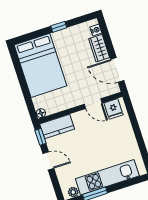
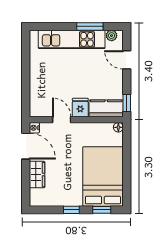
nightstand: (96, 30) -> (34, 128), moved
window: (32, 36) -> (102, 210), added
fridge: (114, 109) -> (80, 107), moved
door: (48, 161) -> (127, 60), moved

